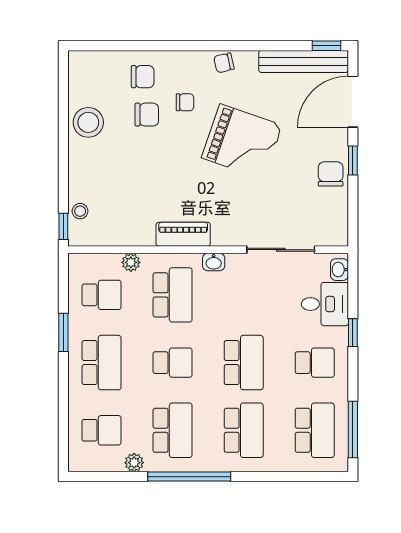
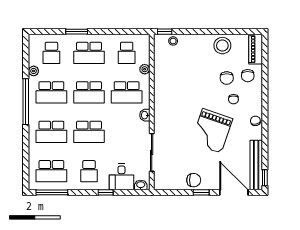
piano: (183, 234) -> (256, 49), moved, turned 180
window: (63, 332) -> (77, 32), moved
school desk: (173, 363) -> (89, 92), width x1.85

